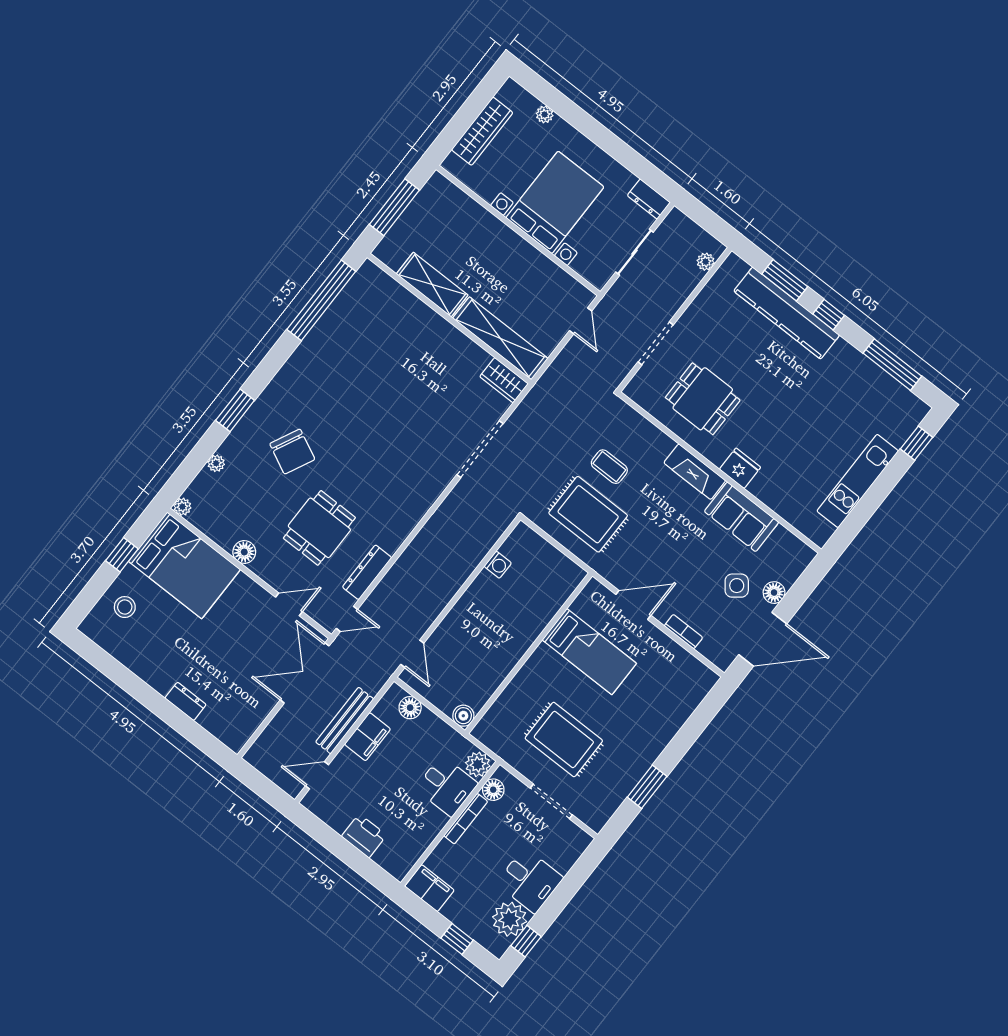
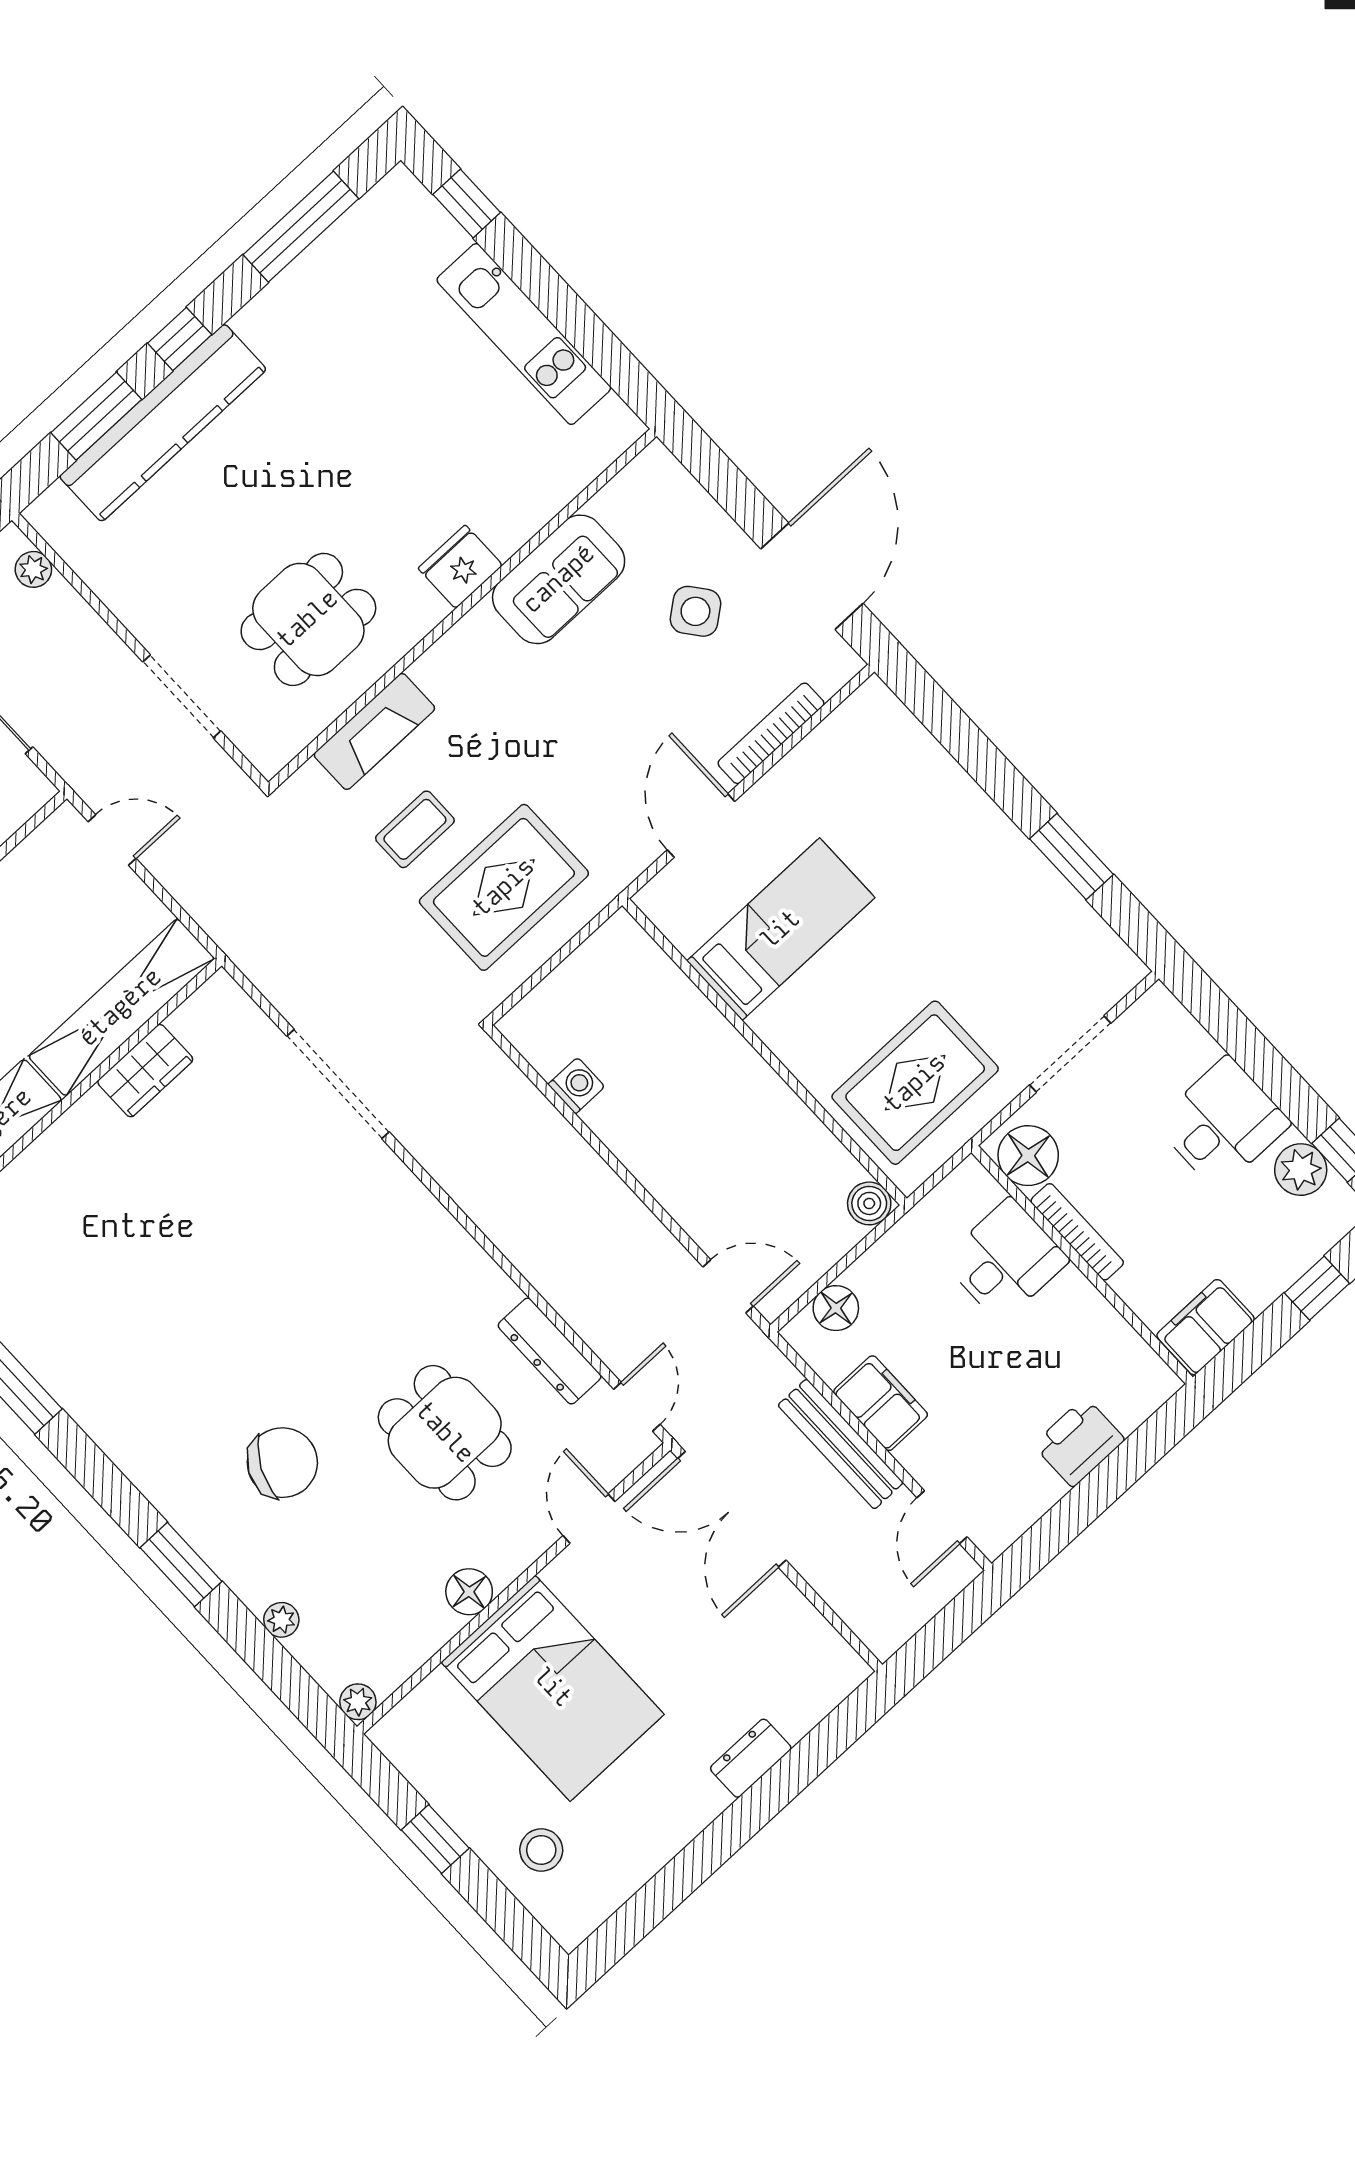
wardrobe: (504, 380) -> (145, 1071), moved
fireplace: (695, 472) -> (374, 731), moved
bed: (184, 565) -> (553, 1688), moved, turned 90
floor lamp: (774, 593) -> (721, 538), removed
bookcase: (683, 632) -> (771, 733), width x1.56
rug: (564, 739) -> (915, 1083), moved
plant: (478, 764) -> (972, 1190), removed
floor lamp: (493, 790) -> (1028, 1156), width x1.38, depth x1.38
plant: (510, 919) -> (1301, 1170), width x0.73, depth x0.73

